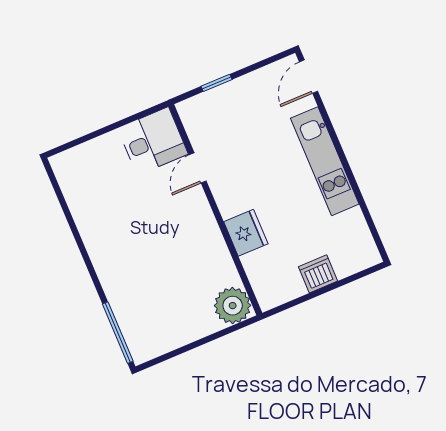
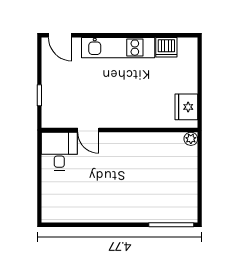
fridge: (246, 233) -> (186, 107), moved, turned -90
dishwasher: (318, 274) -> (166, 47), moved, turned -90
plant: (233, 306) -> (191, 139), width x0.53, depth x0.53

